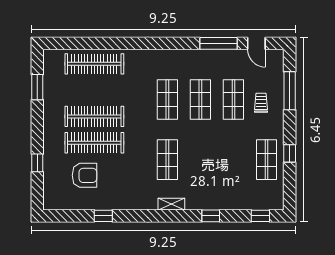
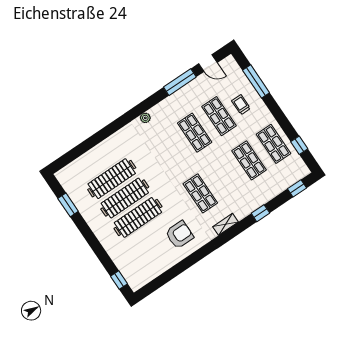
plant: (164, 55) -> (145, 118), added
clothes rail: (94, 64) -> (112, 179), moved
shop shelf: (167, 100) -> (249, 160), moved
window: (290, 153) -> (299, 145), moved
window: (37, 163) -> (119, 280), moved
armchair: (84, 175) -> (179, 235), moved
window: (103, 216) -> (181, 267), removed

